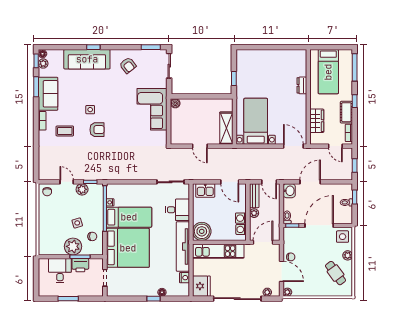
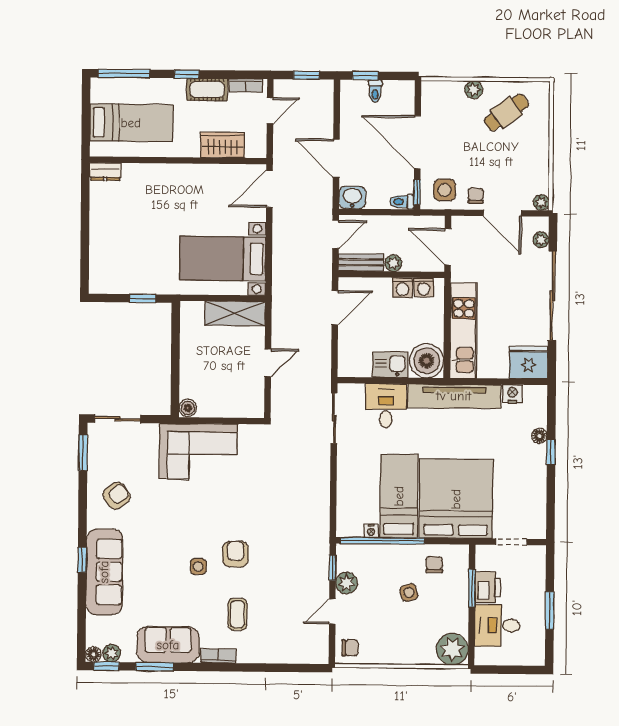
dresser: (302, 85) -> (105, 172), moved
kitchen sink: (205, 190) -> (390, 365), moved, turned -90
side table: (343, 237) -> (445, 190), moved
plant: (73, 246) -> (452, 649), moved
door: (281, 271) -> (502, 213), swing flipped

